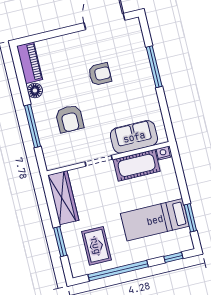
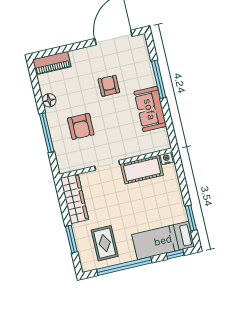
piano: (30, 63) -> (52, 63), moved, turned 90
armchair: (100, 74) -> (109, 86), turned -90
sofa: (134, 137) -> (150, 109), moved, turned -90
bed: (155, 220) -> (163, 240), moved

